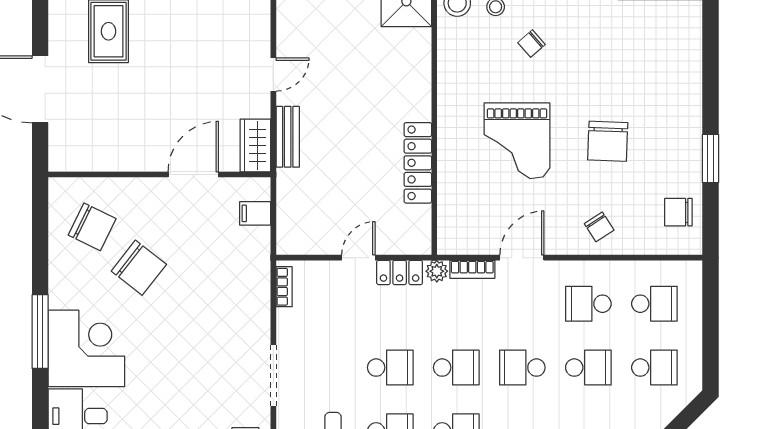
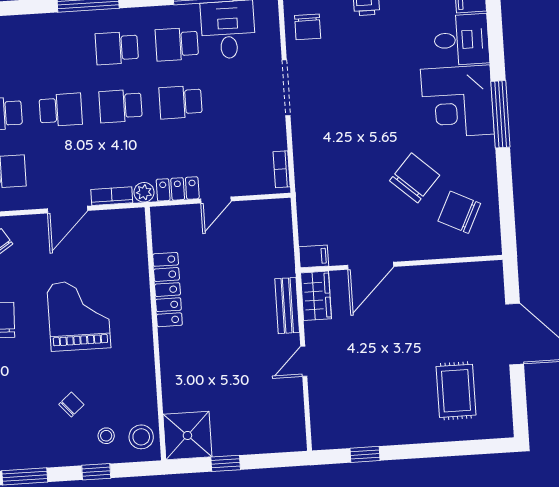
filing cabinet: (255, 213) -> (314, 256), moved
chair: (139, 268) -> (415, 178), turned 94

